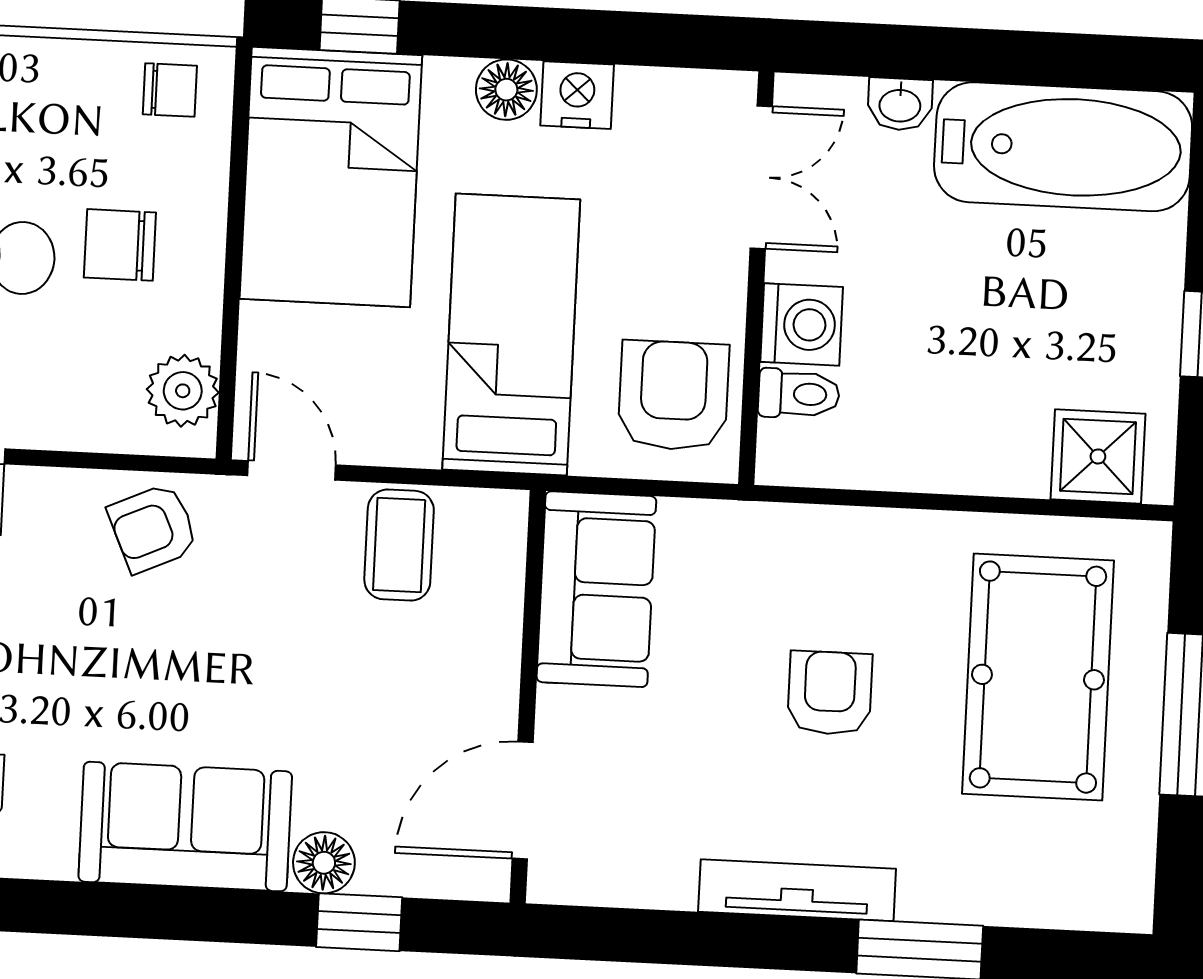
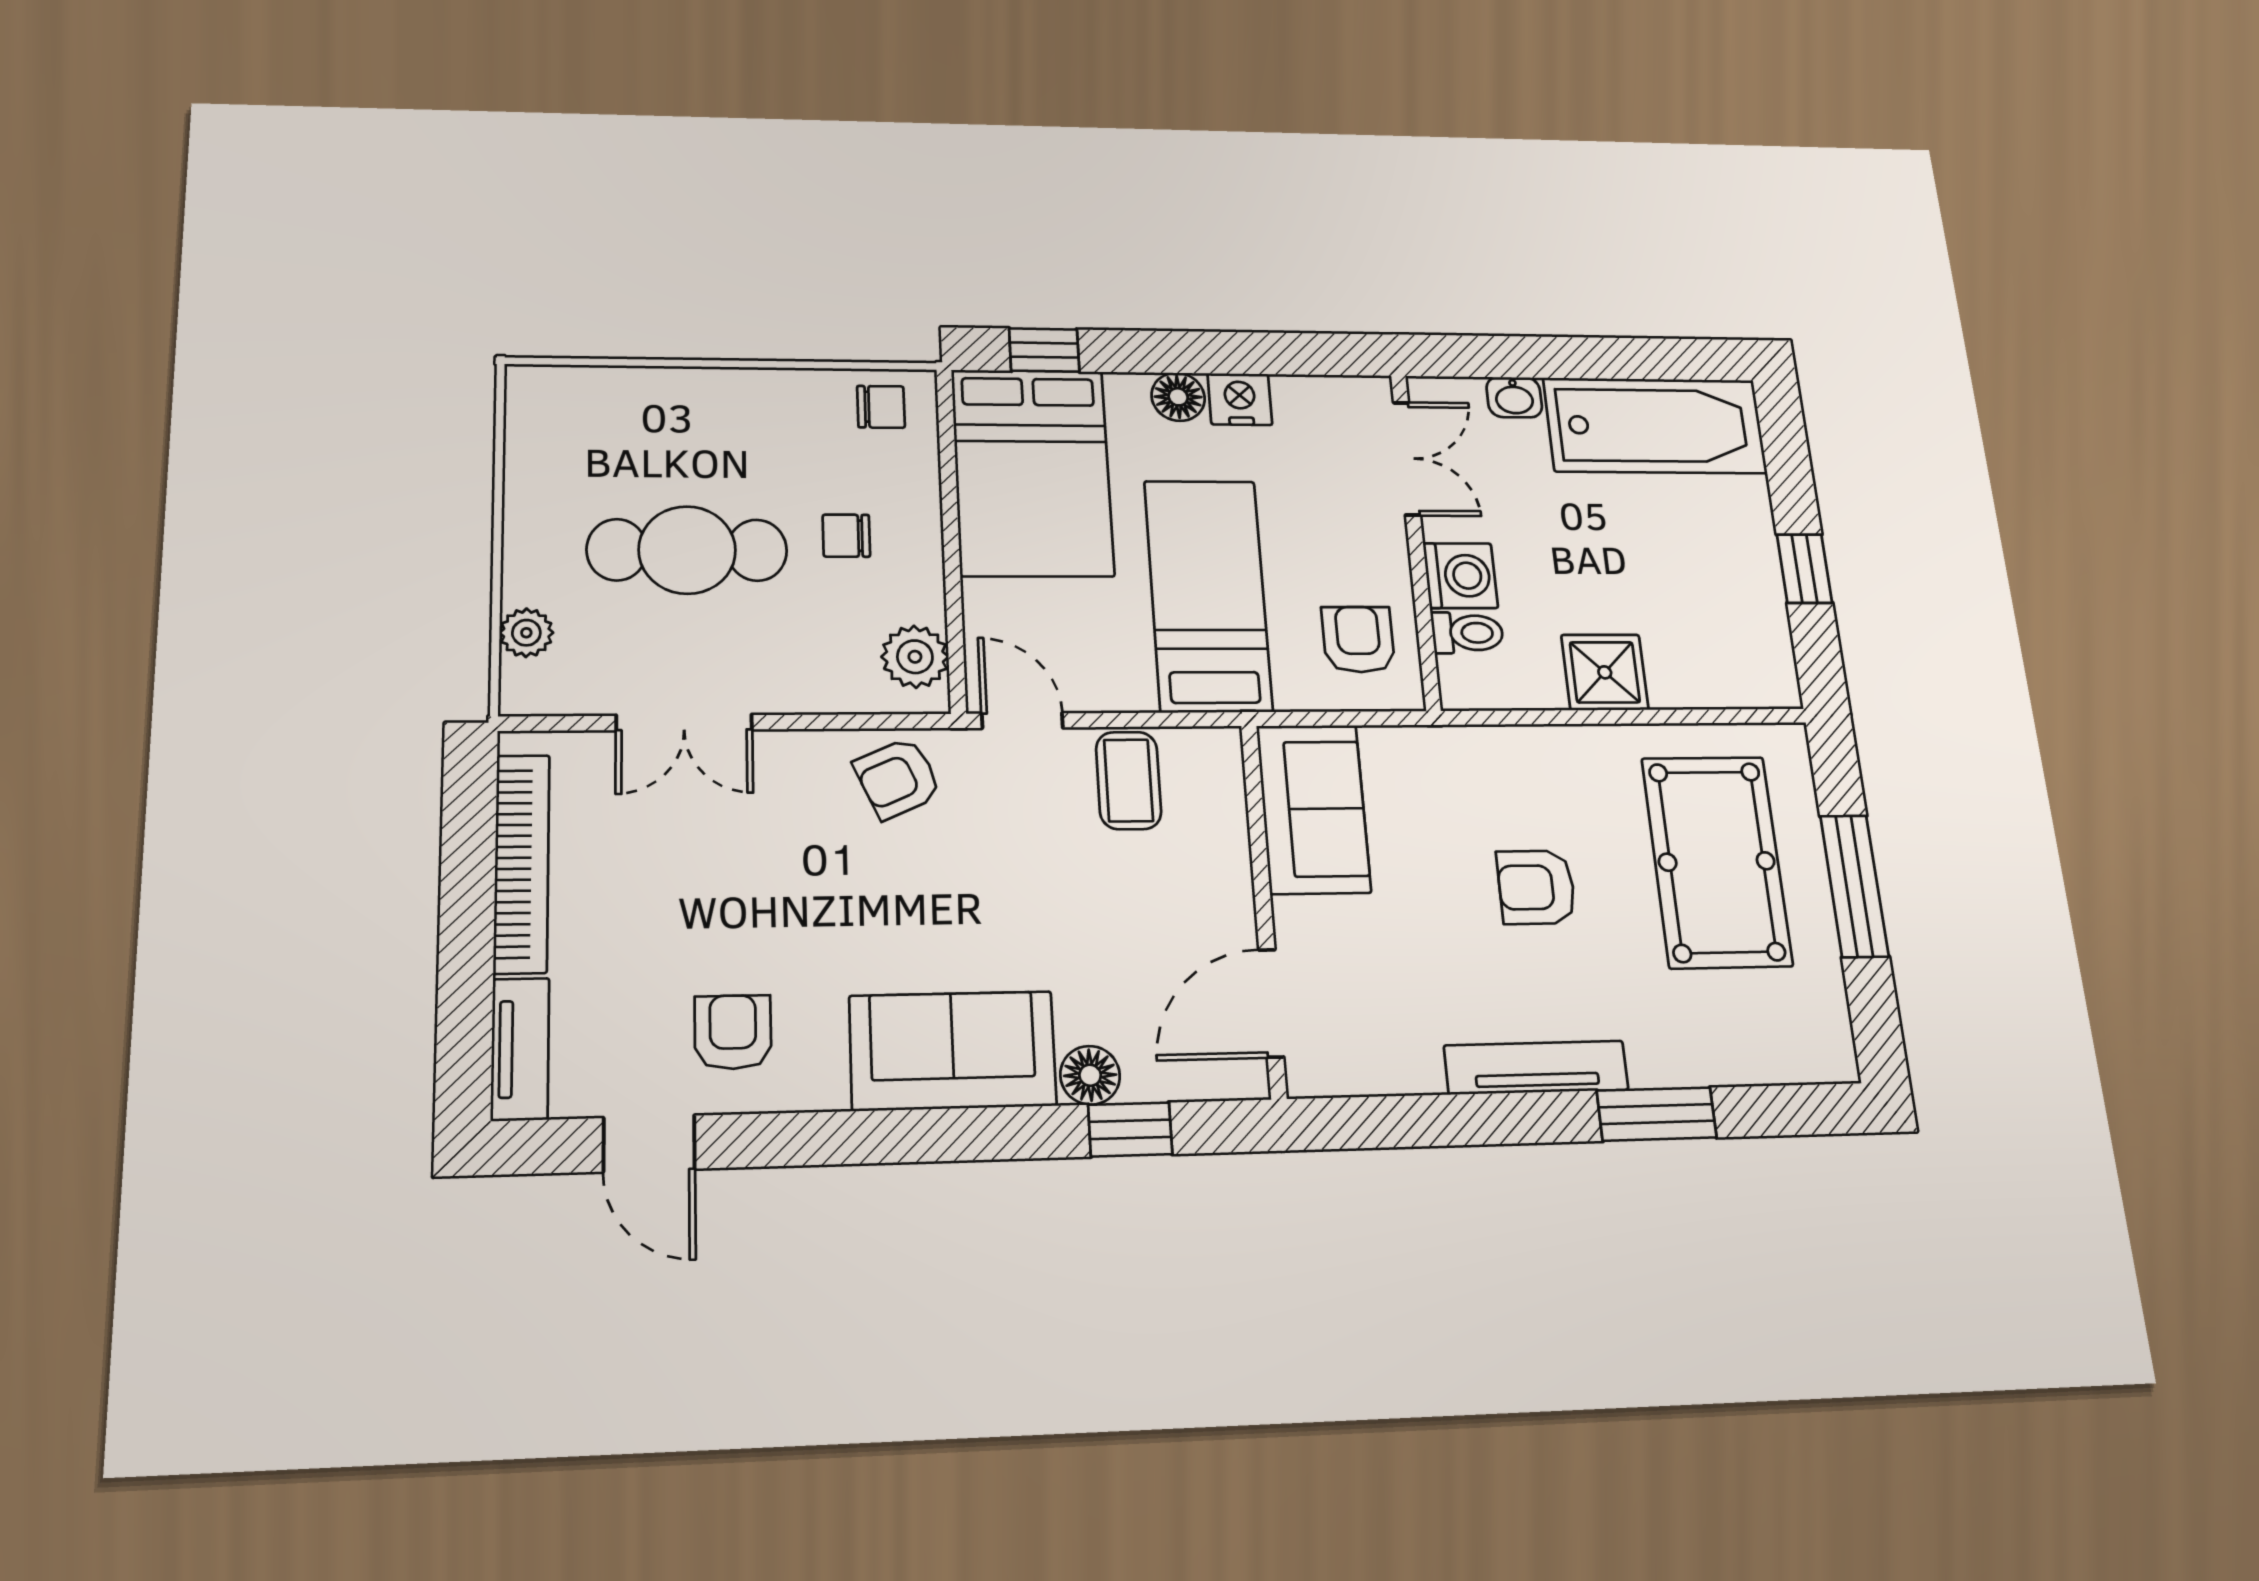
chair: (120, 245) -> (846, 536), width x0.73, depth x0.73
armchair: (673, 396) -> (1358, 639), width x0.72, depth x0.72
shower: (1098, 456) -> (1605, 672), moved
armchair: (830, 693) -> (1536, 887), turned -90

